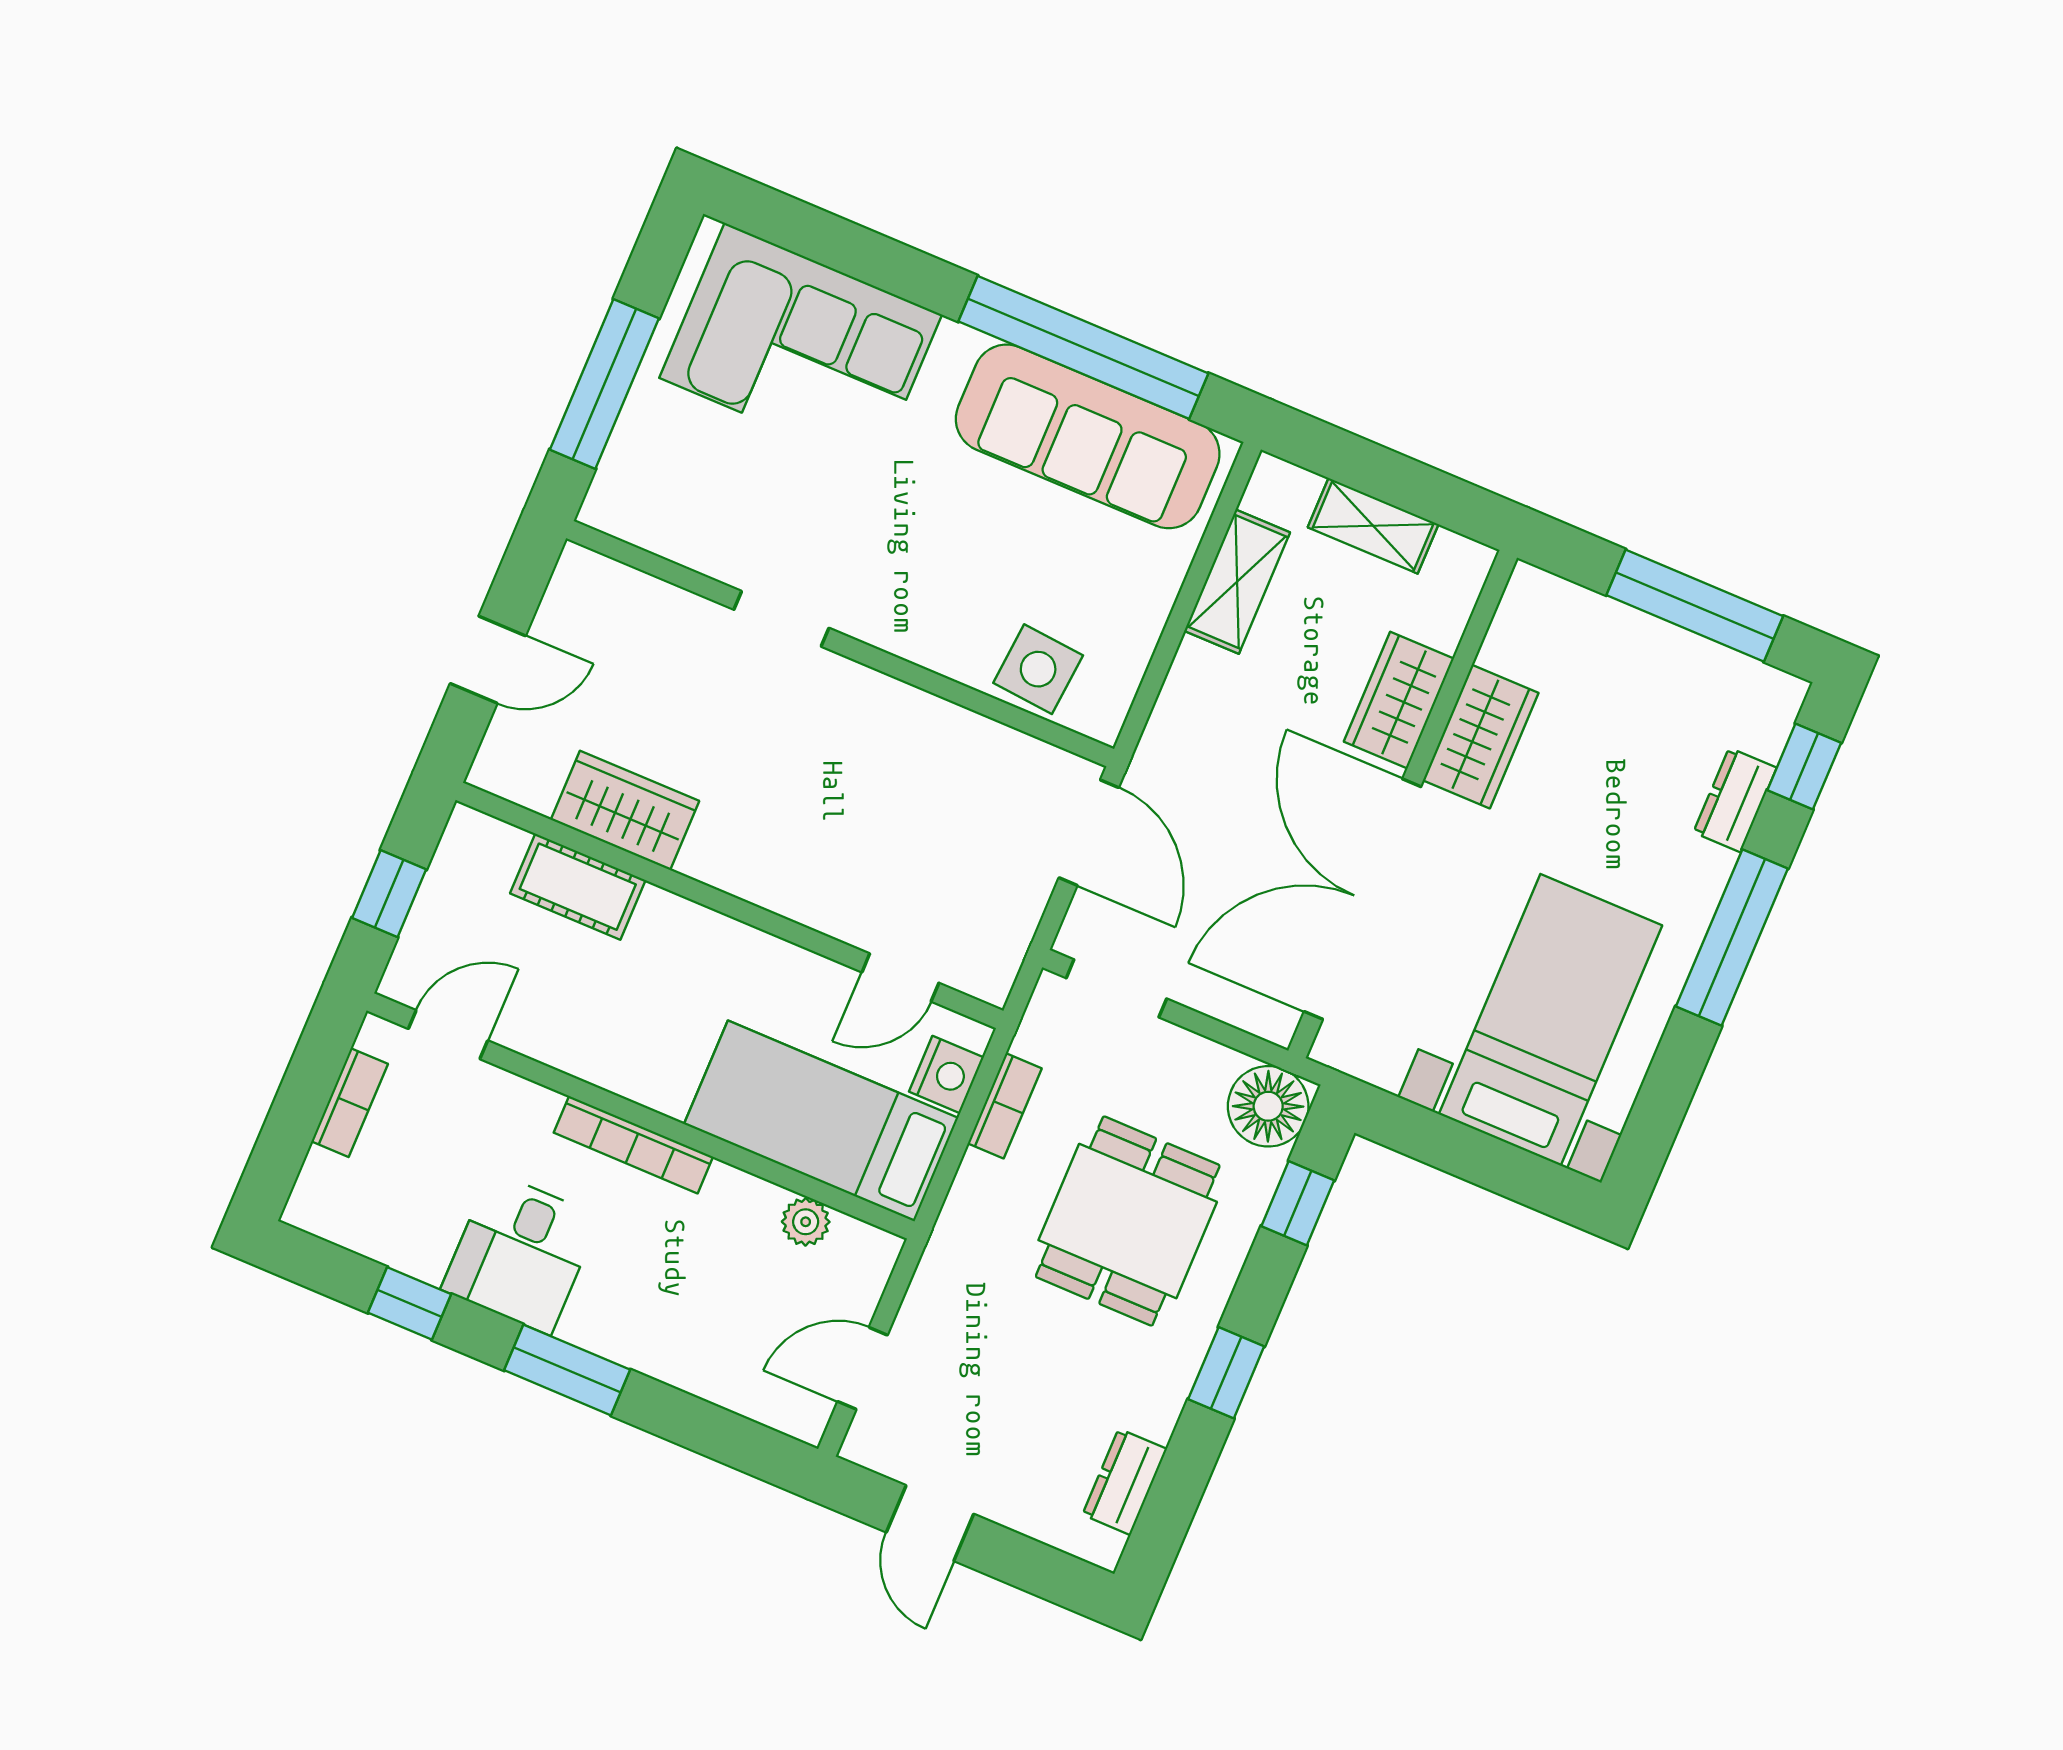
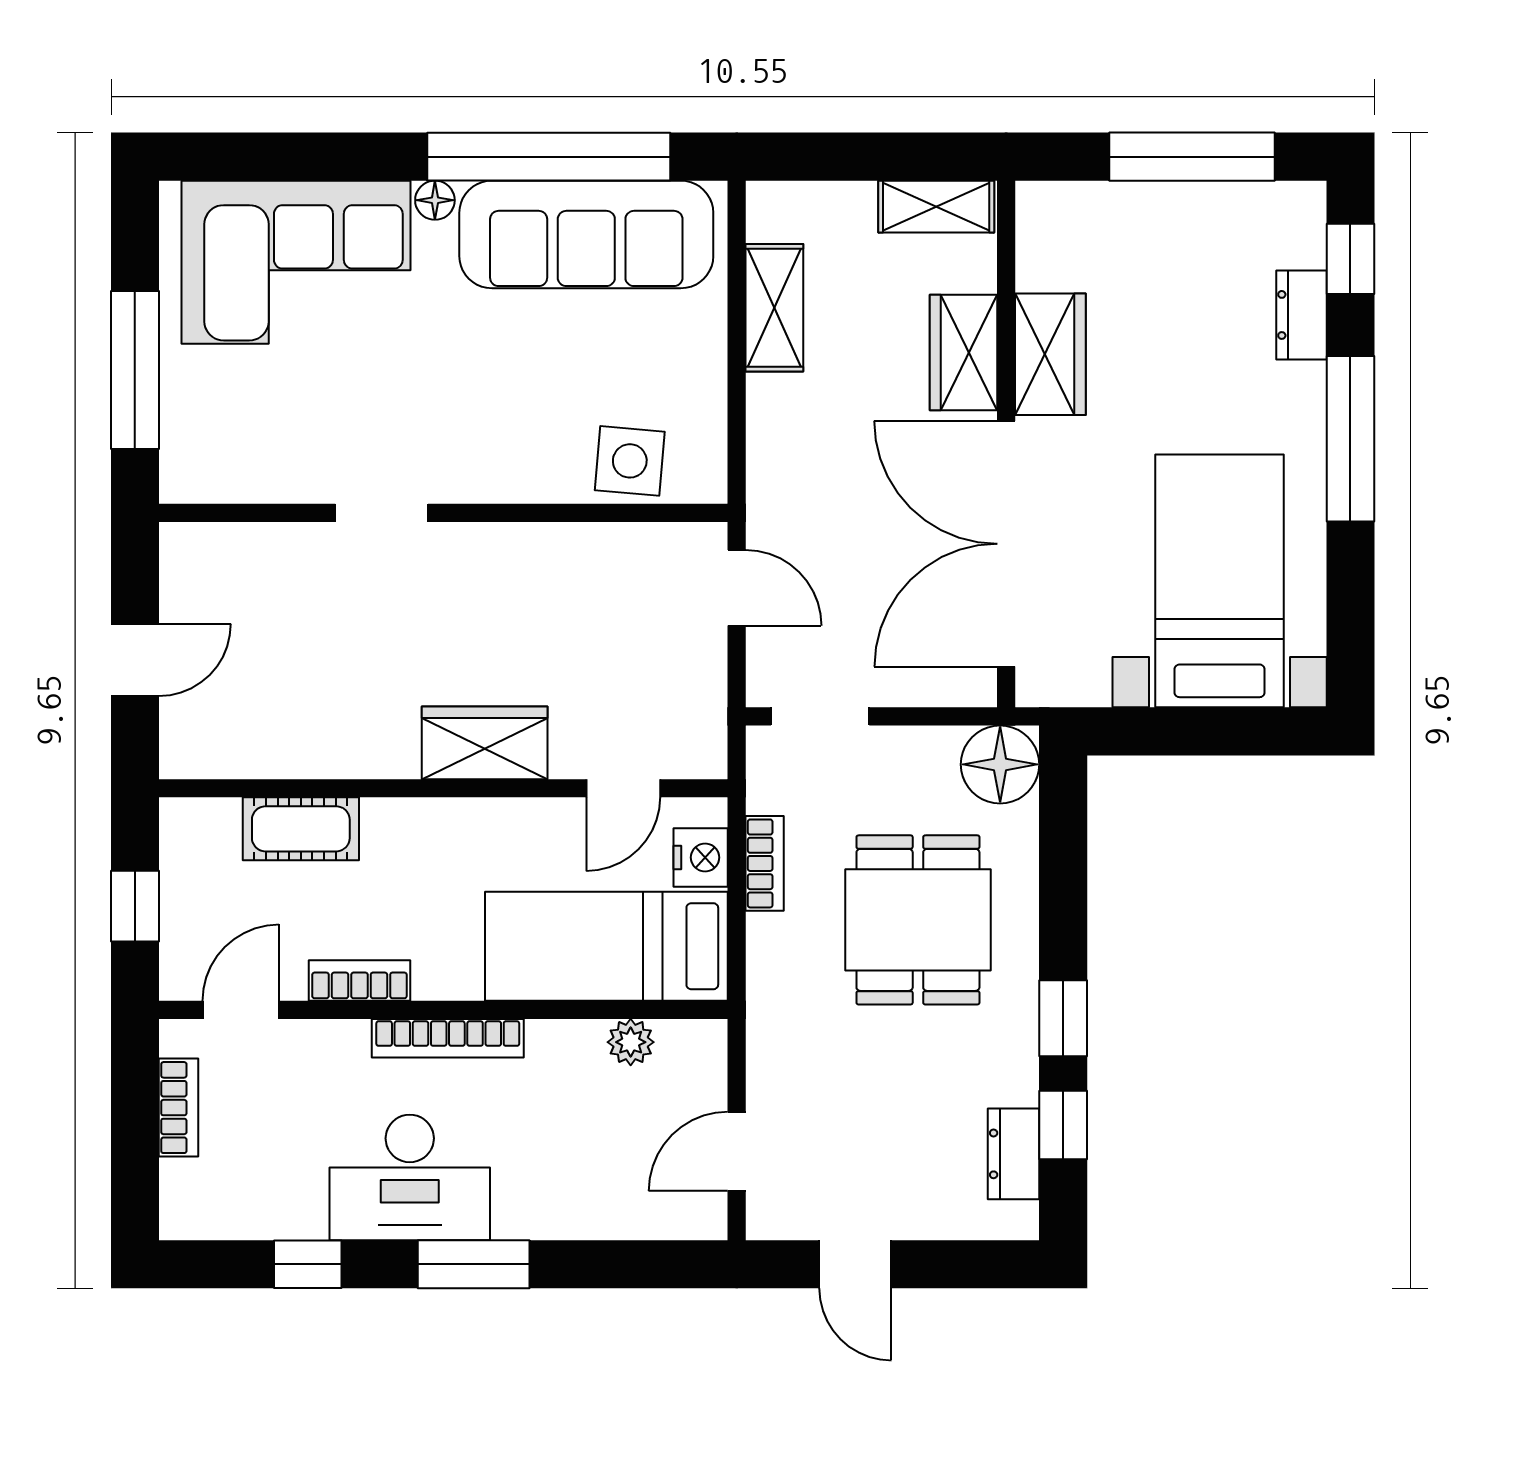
floor lamp: (958, 343) -> (435, 200), added
shelving: (1373, 526) -> (936, 207), moved
wardrobe: (625, 810) -> (485, 743), moved
door: (1089, 833) -> (737, 588), width x0.73
bookcase: (573, 1054) -> (359, 981), added
window: (1298, 1203) -> (1063, 1125), moved
desk: (521, 1253) -> (410, 1177), width x1.37

